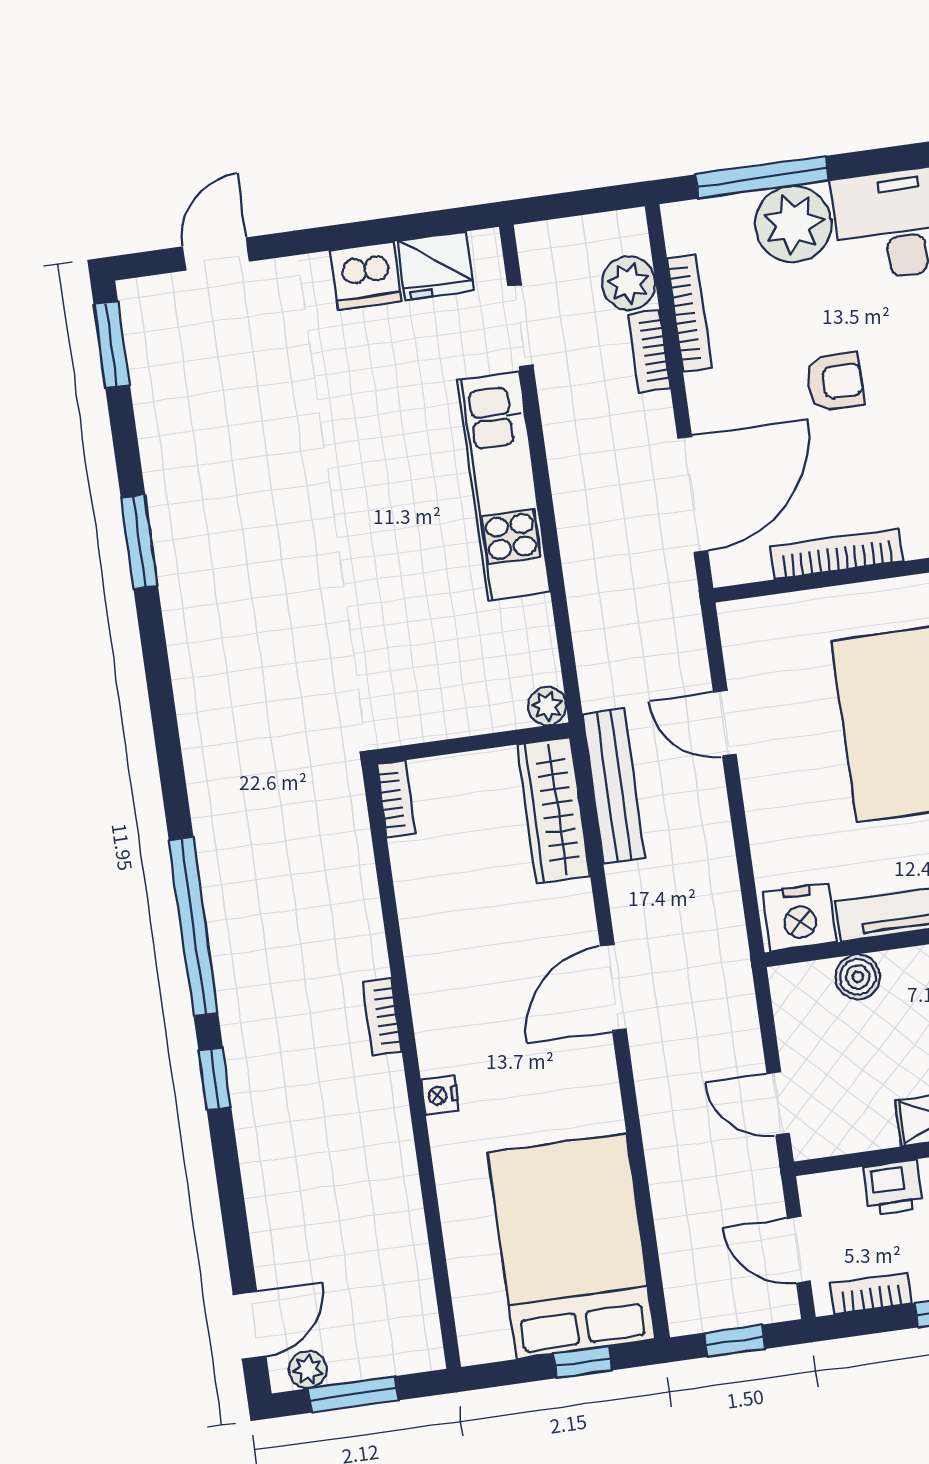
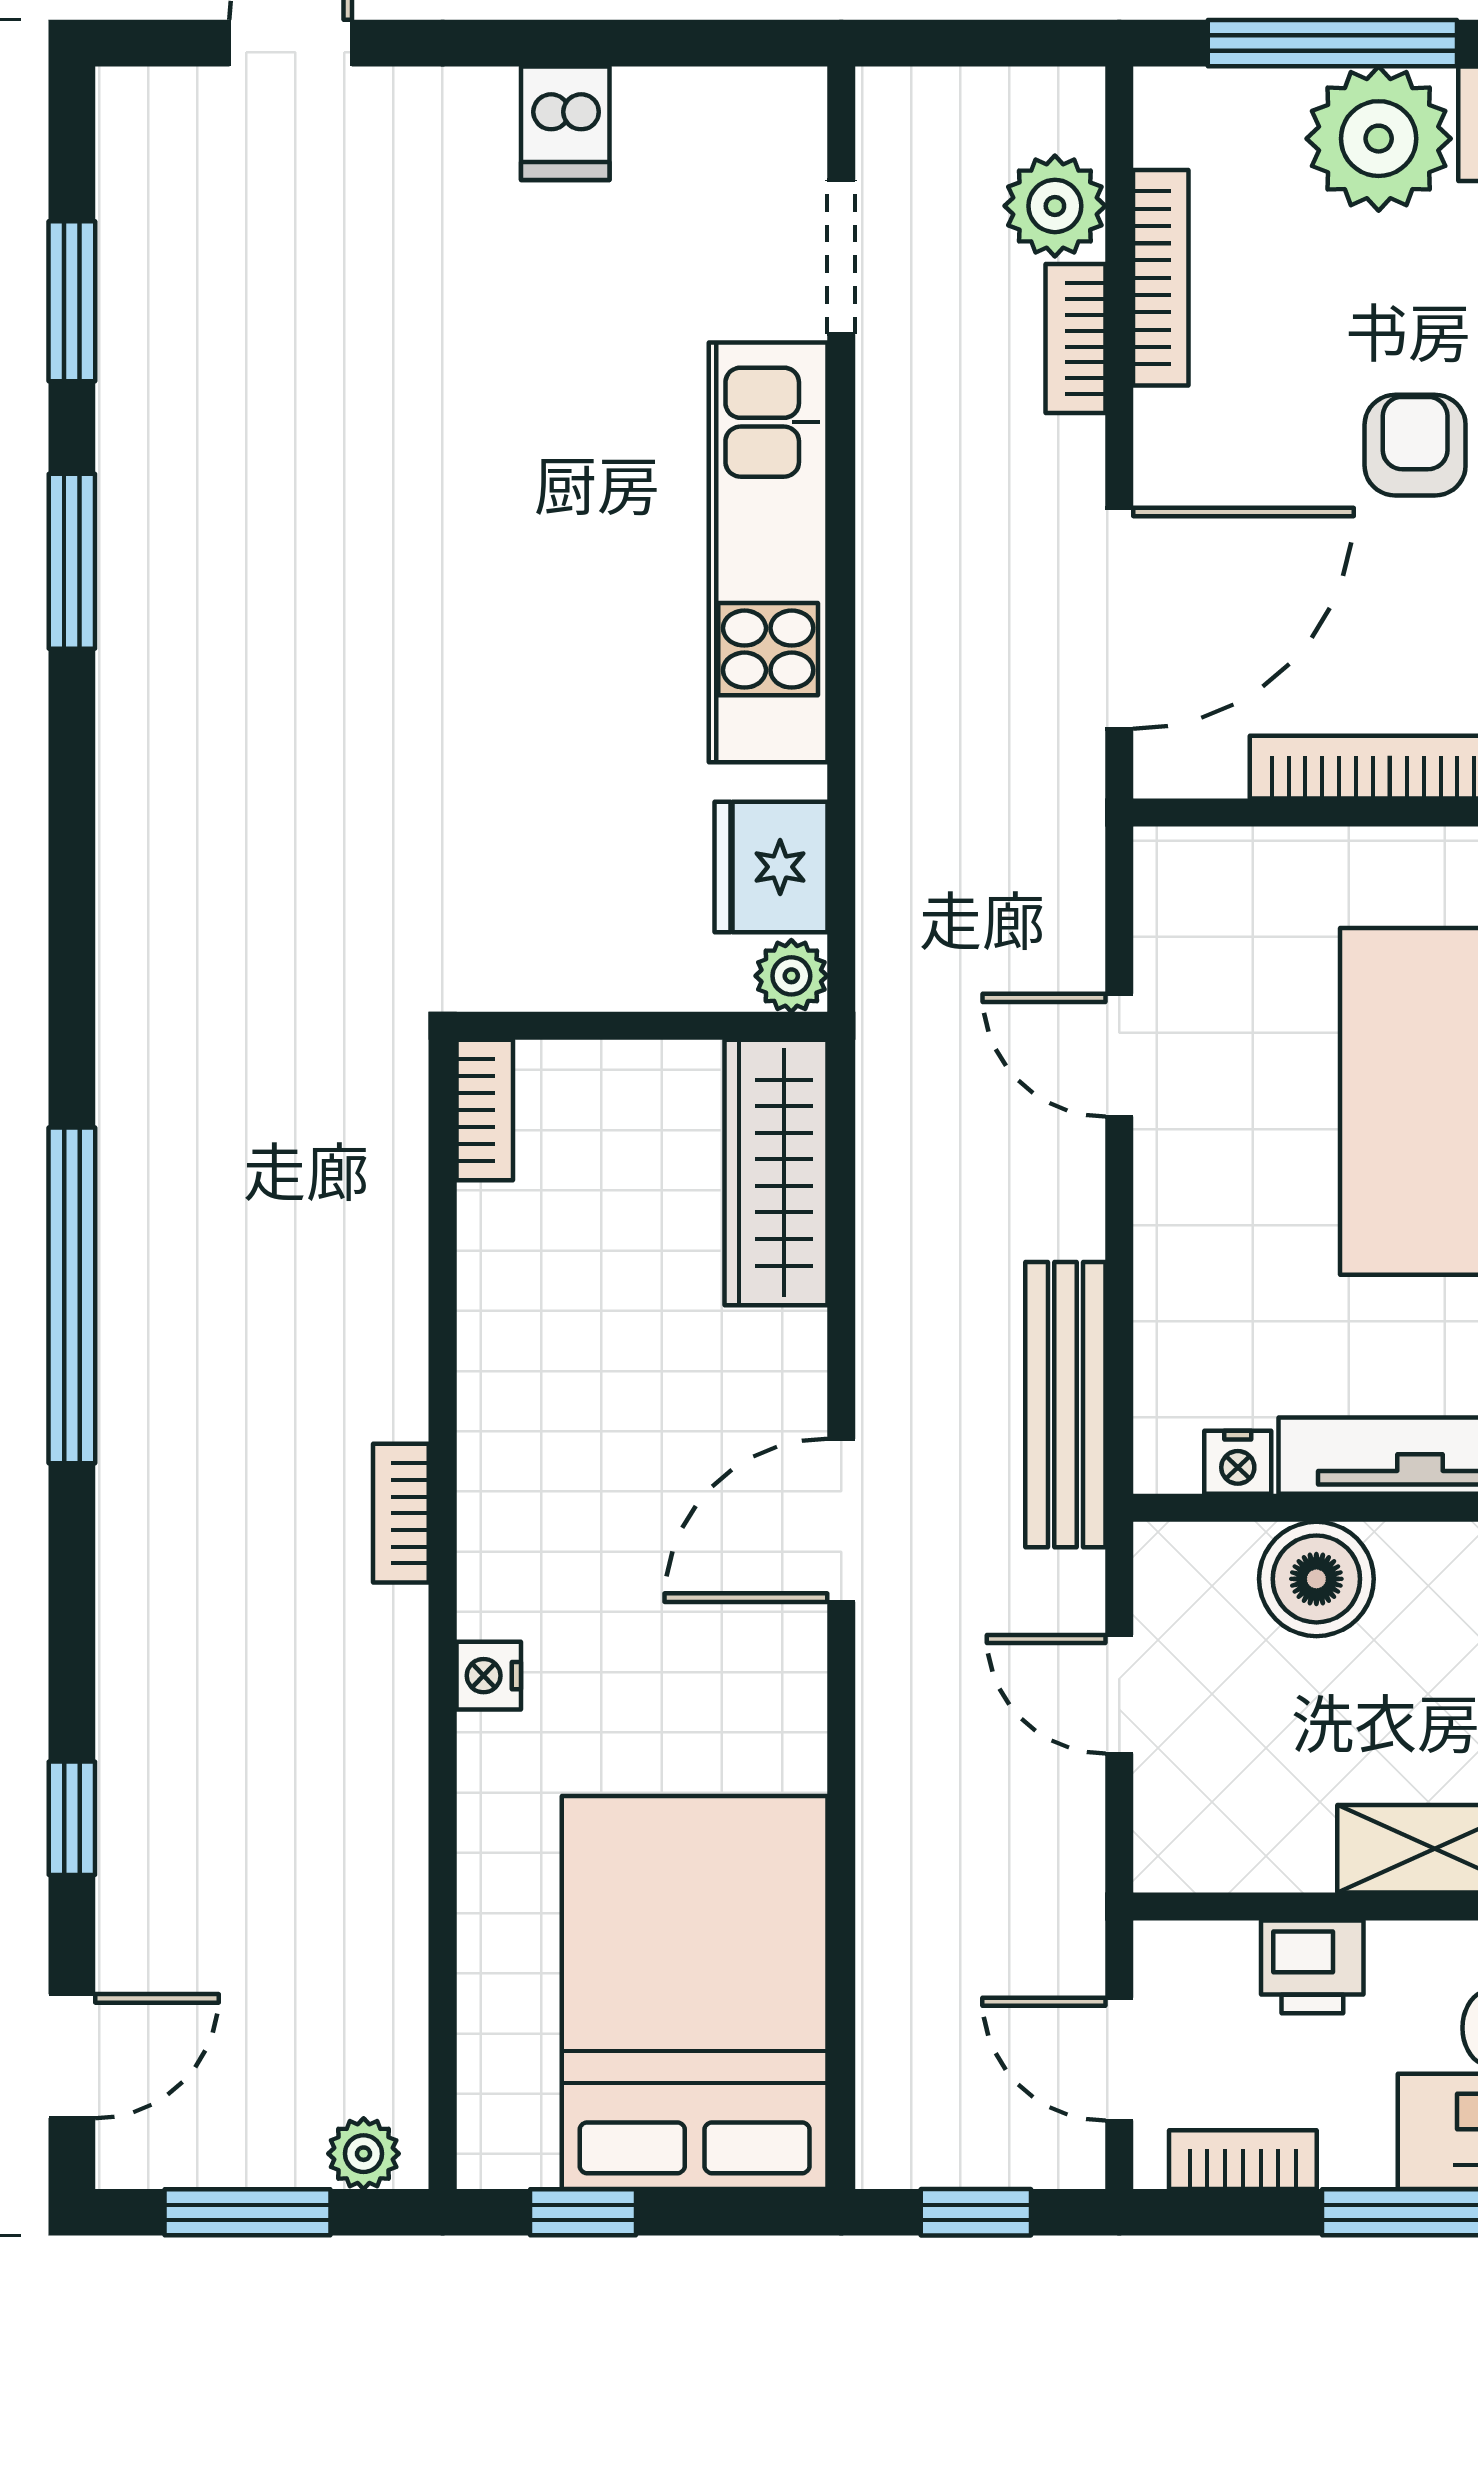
fridge: (436, 266) -> (771, 867), moved, turned 90
dishwasher: (366, 276) -> (565, 123), width x0.73
window: (112, 345) -> (72, 301), moved
armchair: (835, 382) -> (1415, 445), turned -90
bench: (614, 786) -> (1065, 1405), moved
nightstand: (800, 917) -> (1238, 1462), width x0.53, depth x0.56
boiler: (858, 977) -> (1316, 1579), width x1.36, depth x1.36
window: (215, 1079) -> (72, 1818), moved
door: (778, 1103) -> (1119, 1694), moved
window: (583, 1362) -> (583, 2212), moved
plant: (308, 1369) -> (364, 2154), moved

